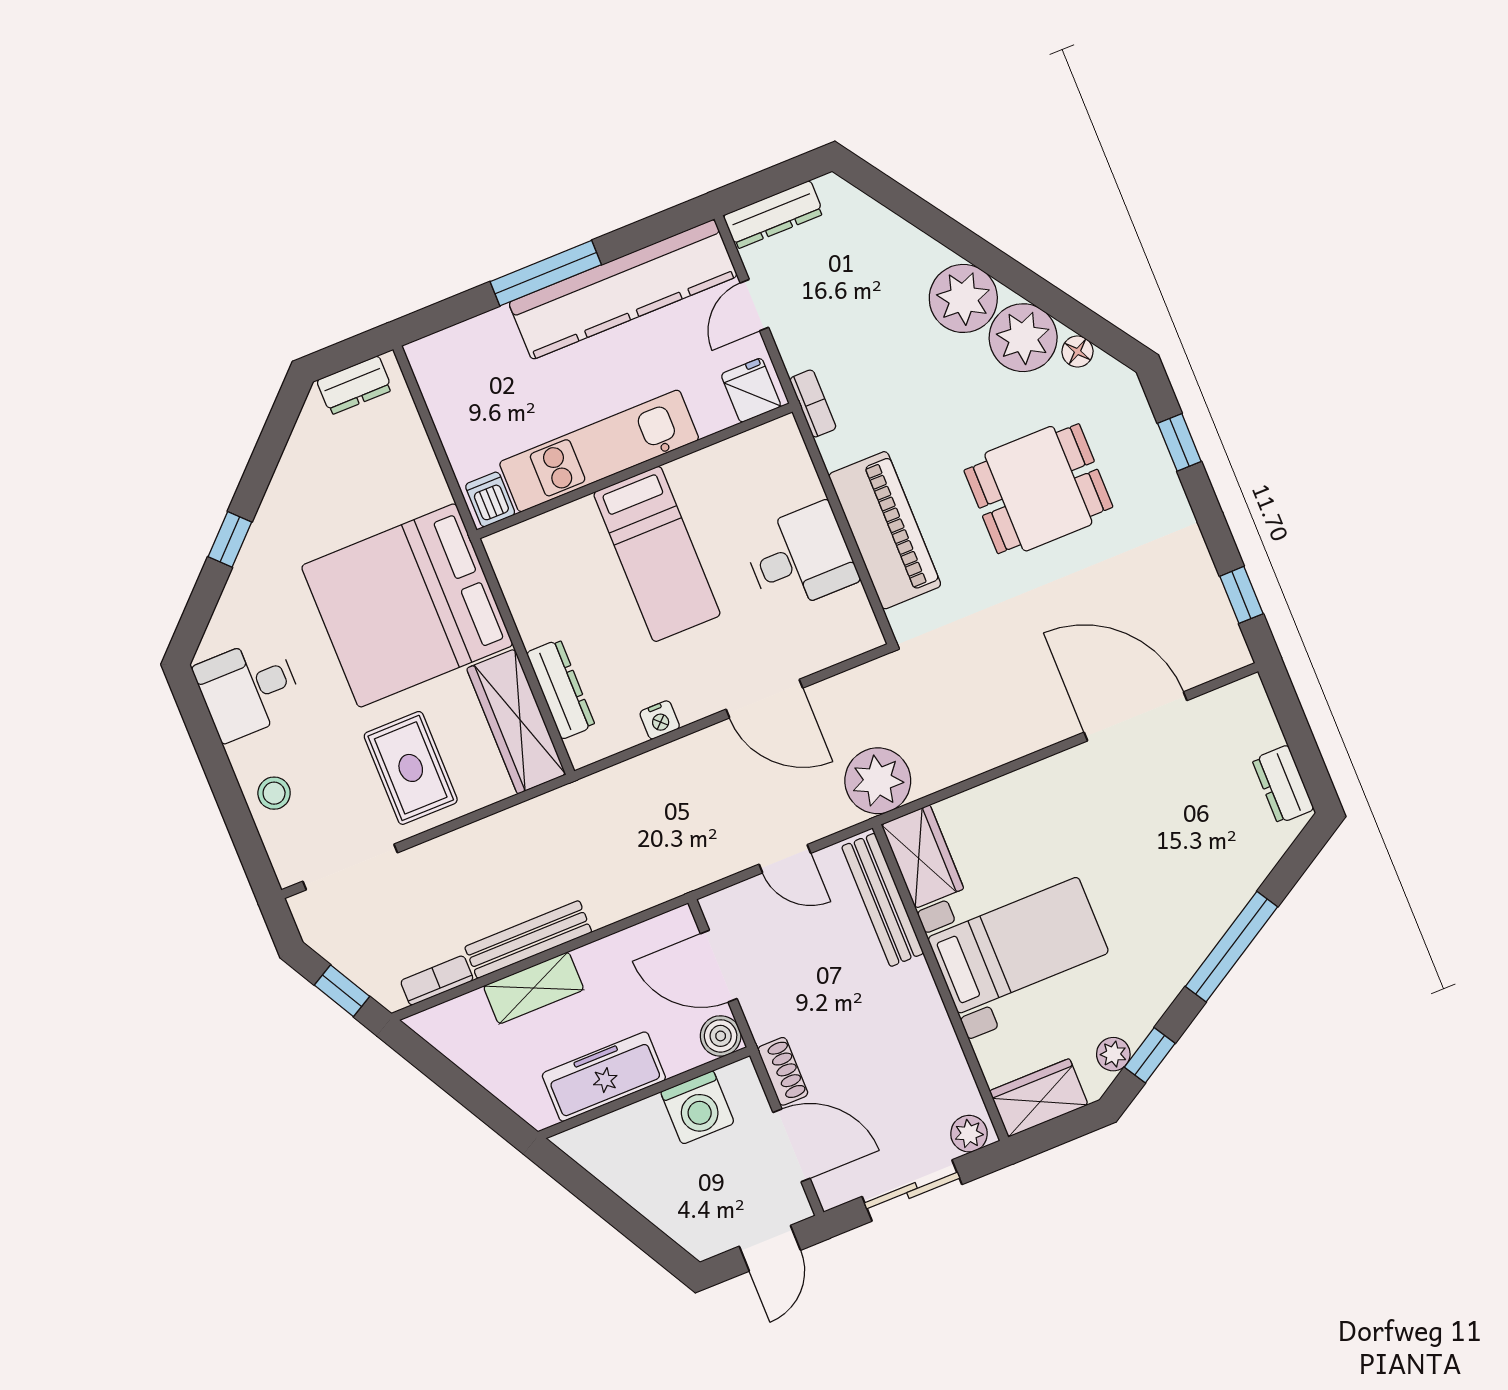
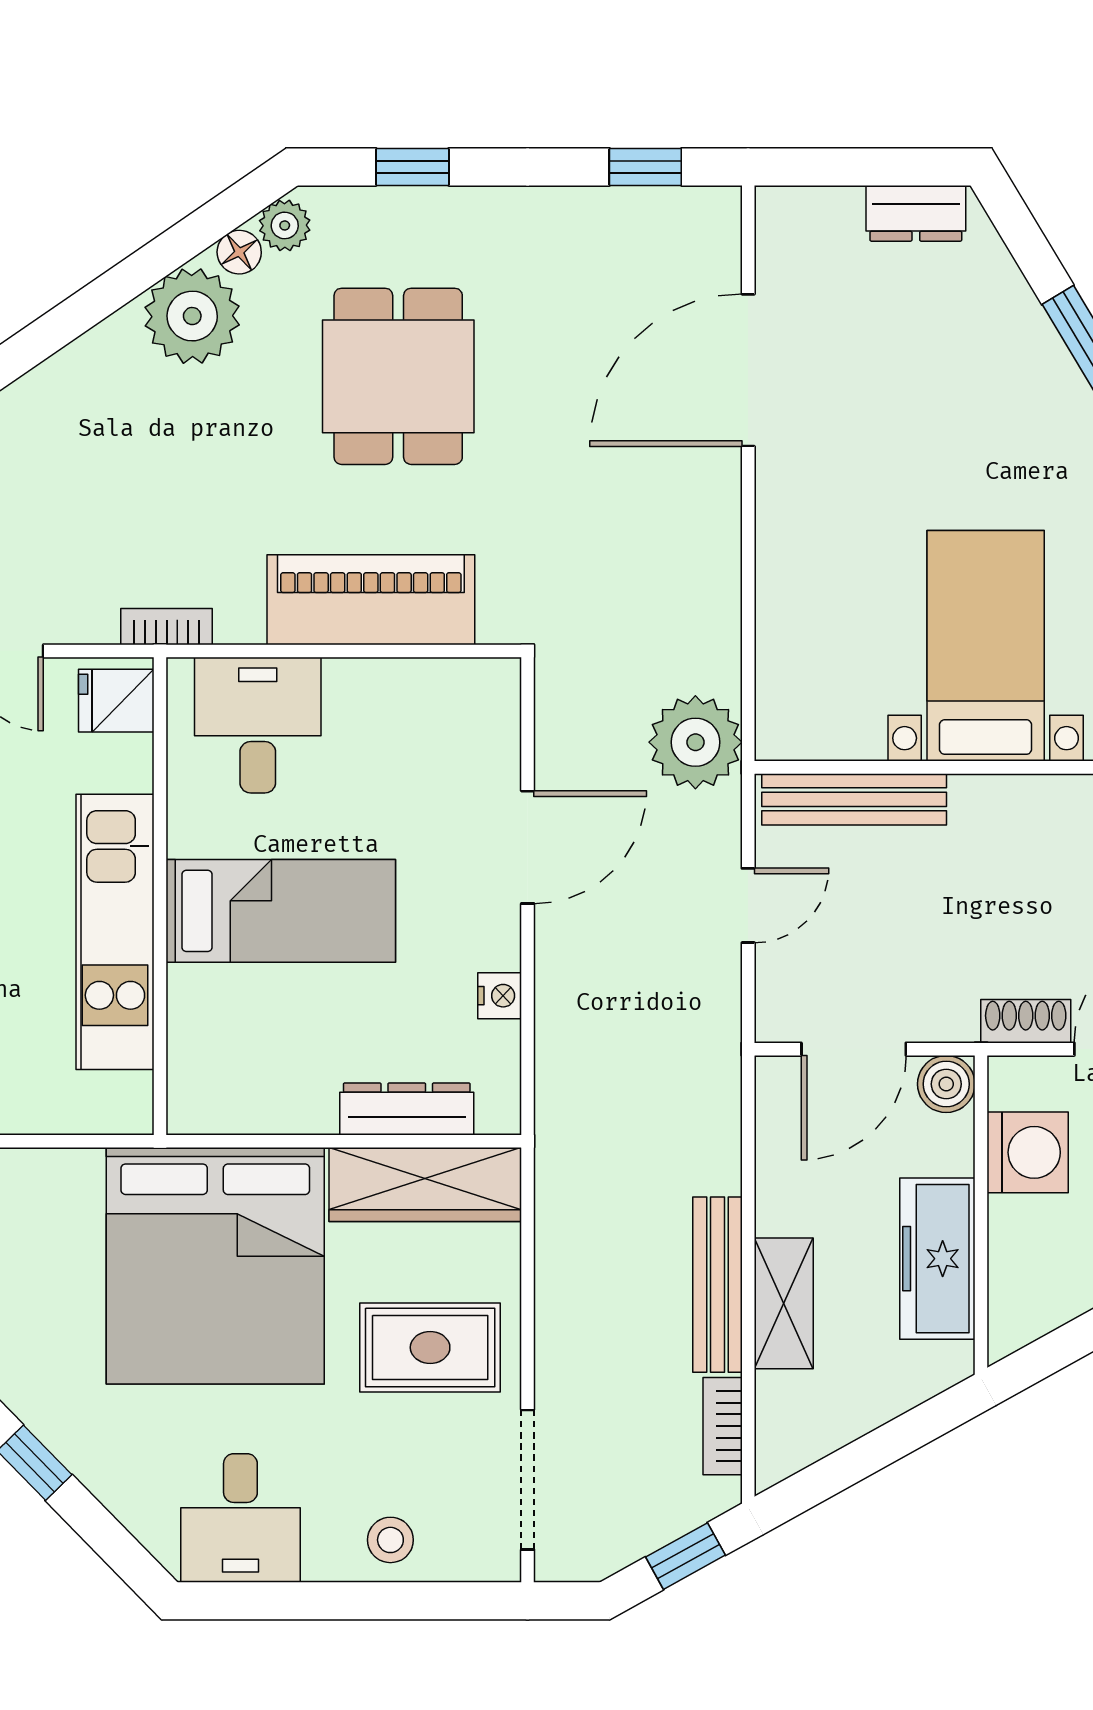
plant: (963, 298) -> (285, 225), moved, width x0.53, depth x0.53
dishwasher: (490, 499) -> (121, 1100), removed
desk: (800, 558) -> (258, 725), moved
wardrobe: (923, 857) -> (819, 724), removed

